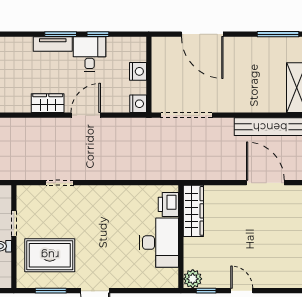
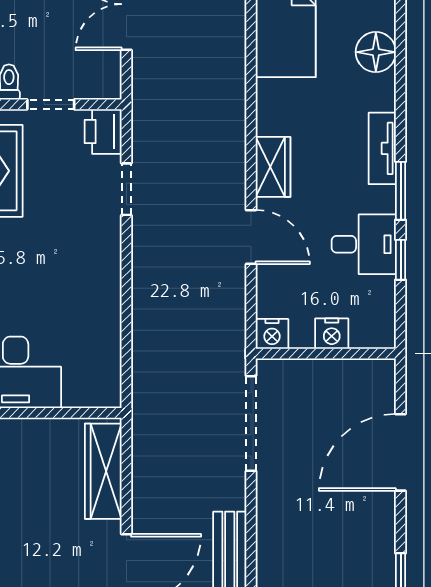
tv unit: (53, 44) -> (382, 148), moved
printer: (168, 204) -> (103, 132), moved, turned -90
wardrobe: (193, 211) -> (103, 471), moved, turned 90

